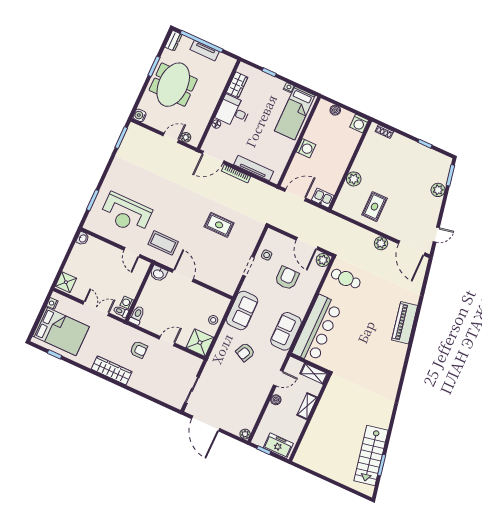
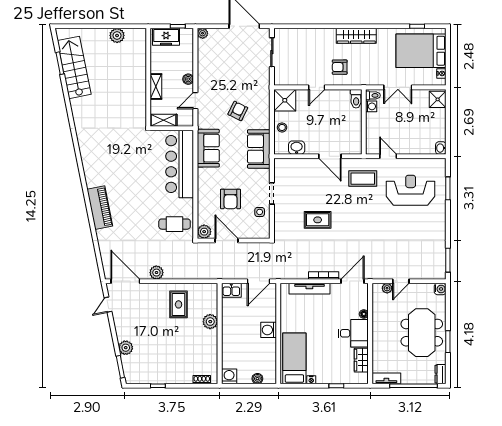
tv unit: (205, 51) -> (386, 378), moved
washbasin: (158, 274) -> (297, 148), moved
plant: (321, 466) -> (117, 35), added

